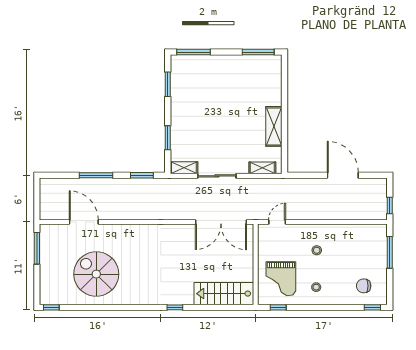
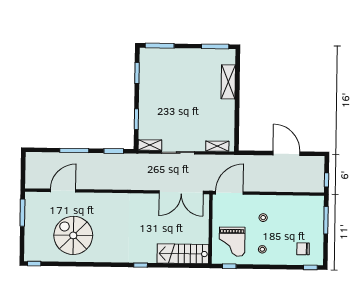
shelving: (274, 126) -> (228, 82), moved
door: (84, 222) -> (63, 191), hinge flipped
door: (277, 222) -> (229, 193), width x1.88

